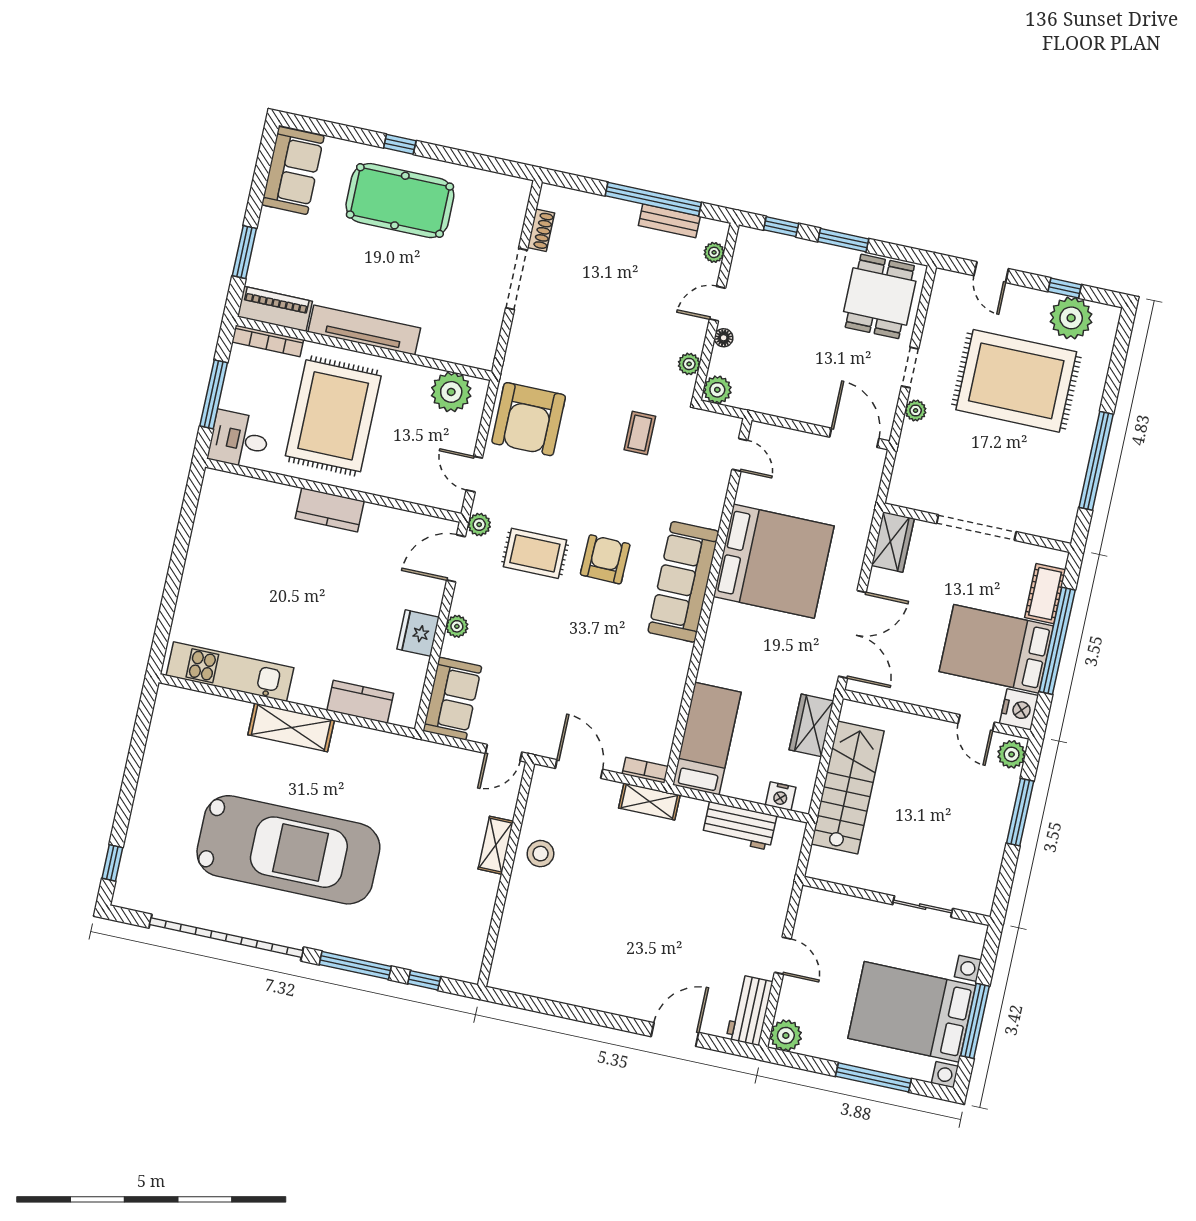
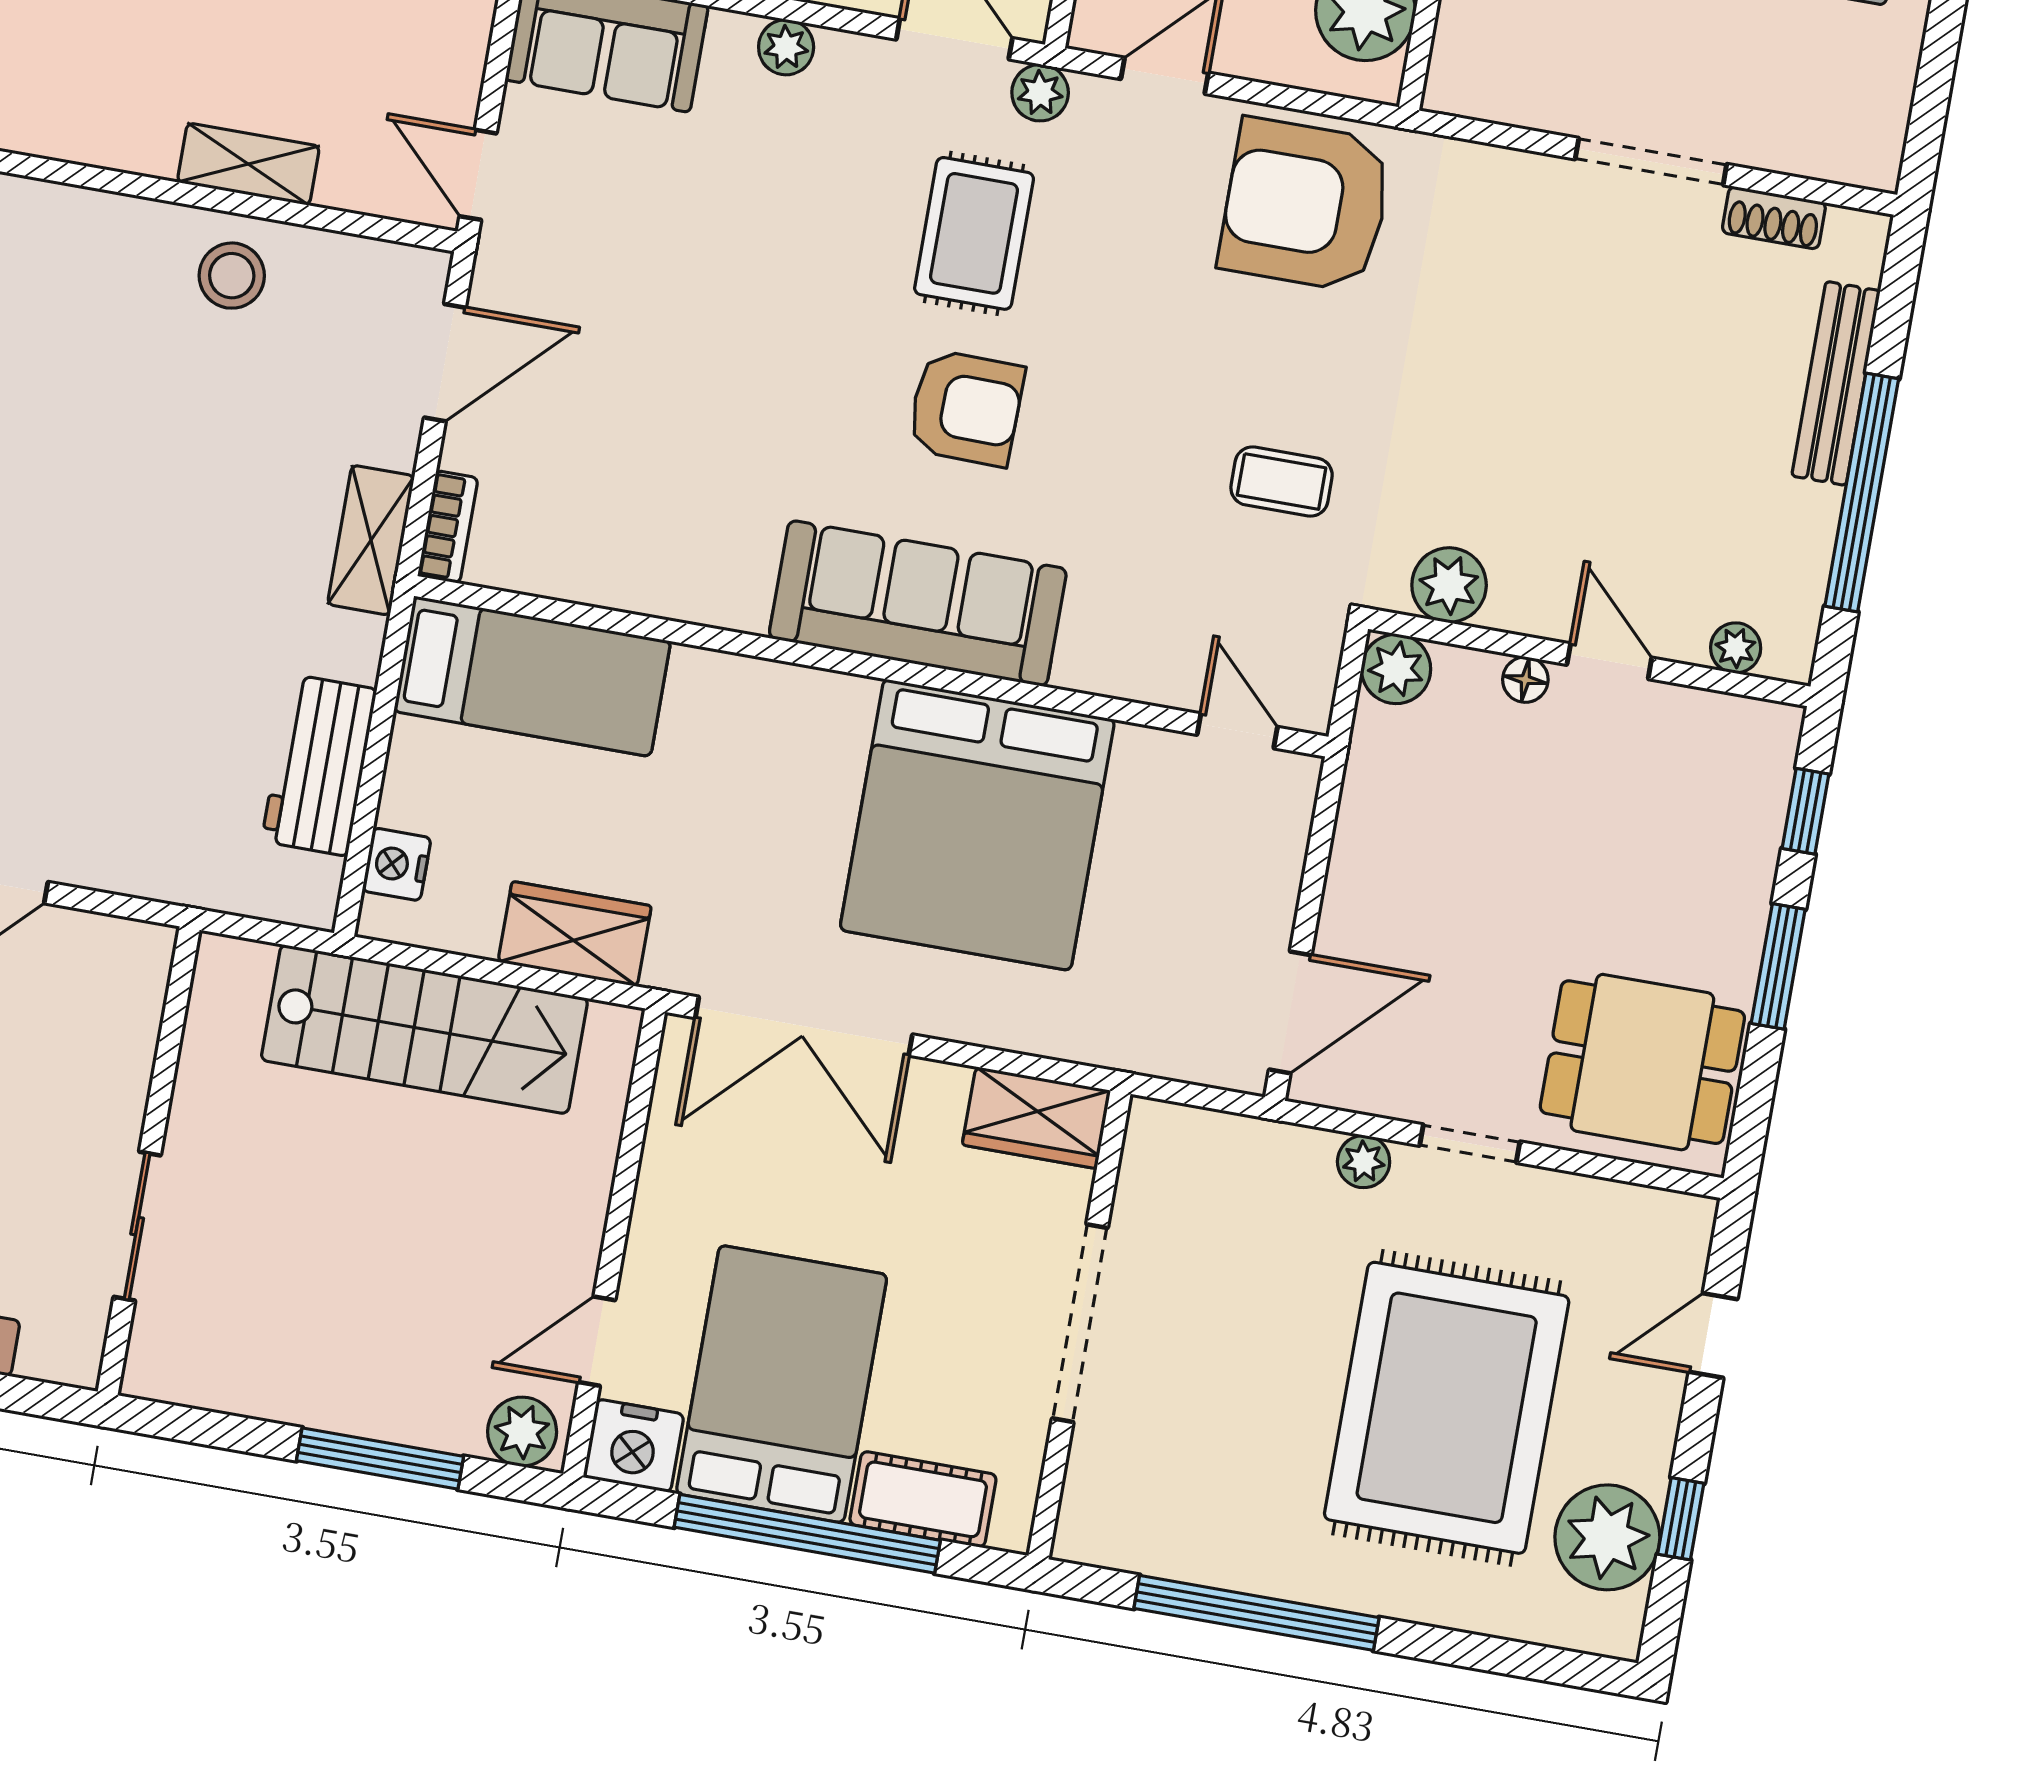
bench: (669, 221) -> (1836, 383), moved, width x1.36
plant: (689, 364) -> (1449, 585), width x1.38, depth x1.38
door: (740, 455) -> (1237, 731), swing flipped

